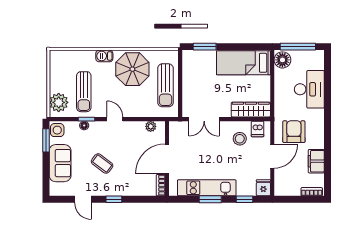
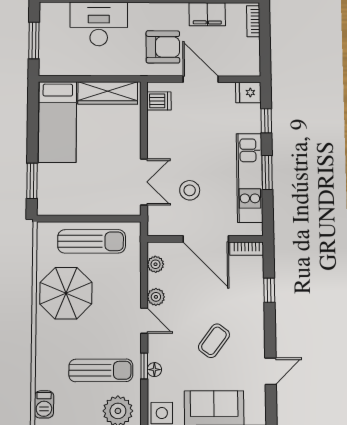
window: (298, 47) -> (34, 40), width x0.69
barbecue: (104, 56) -> (44, 404), moved
floor lamp: (282, 60) -> (54, 63), removed
wardrobe: (251, 110) -> (108, 93), moved, turned -90
door: (115, 119) -> (144, 321), swing flipped
plant: (130, 127) -> (156, 297), added
armchair: (294, 132) -> (163, 47), turned 180
stool: (240, 139) -> (190, 190), moved
window: (114, 199) -> (269, 290), moved

